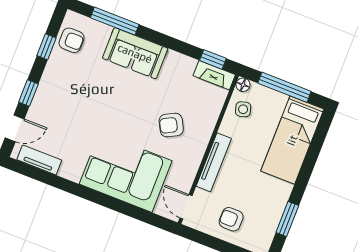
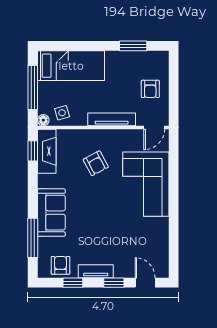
fireplace: (214, 75) -> (47, 151), width x1.37, depth x1.32
tv unit: (39, 160) -> (96, 271), moved, turned 90

